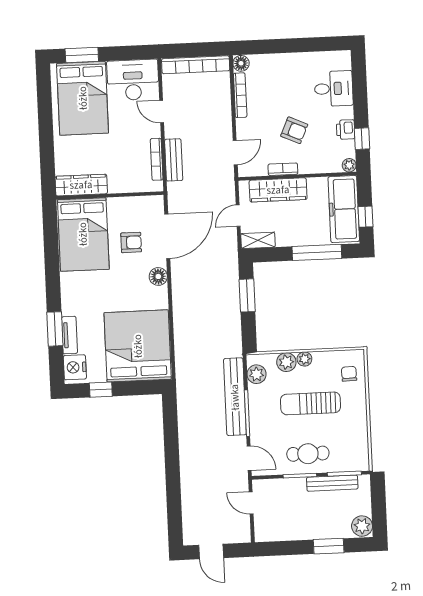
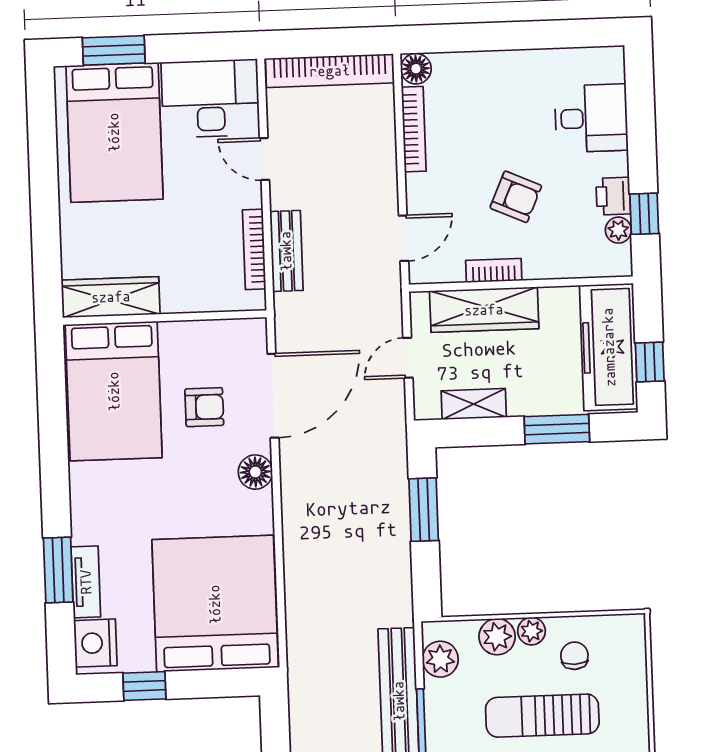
plant: (349, 165) -> (618, 230), moved
shelving: (258, 240) -> (474, 404), moved
window: (317, 252) -> (557, 429), width x0.69
chair: (349, 374) -> (574, 656), moved

